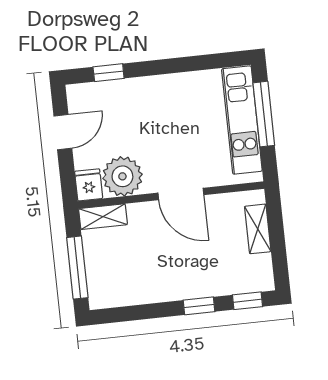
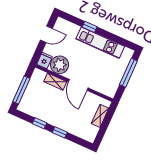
window: (109, 73) -> (90, 27), moved
kitchen unit: (242, 120) -> (100, 43), moved, turned -90
shelving: (103, 217) -> (55, 82), moved
window: (247, 301) -> (40, 123), moved

